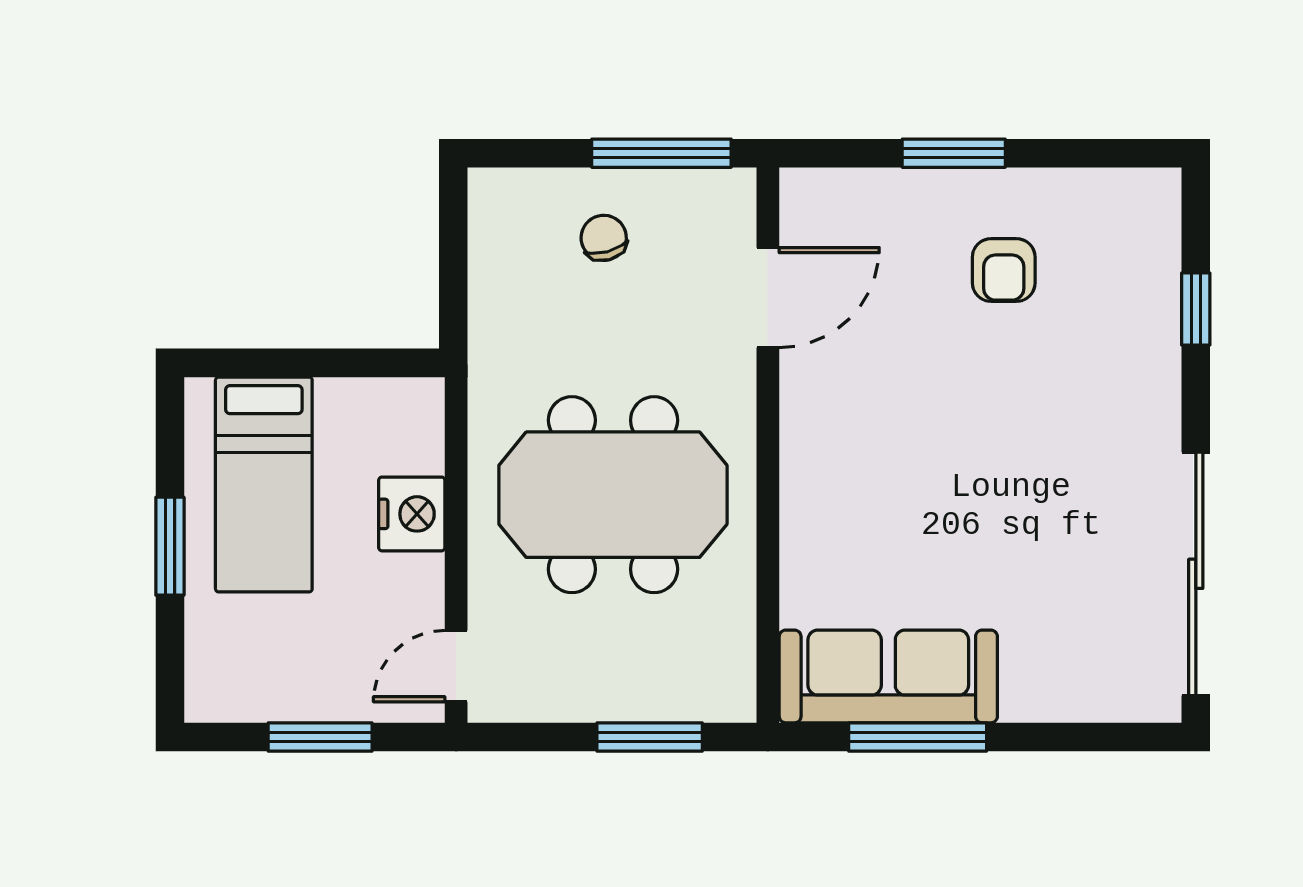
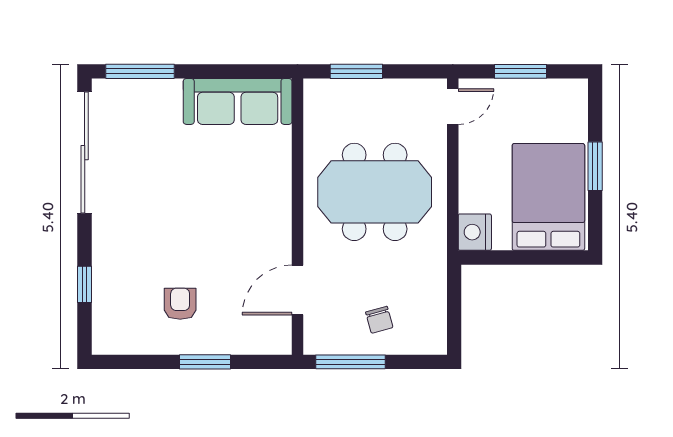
bed: (264, 485) -> (548, 197), width x1.50
nightstand: (412, 514) -> (475, 232), moved
window: (918, 737) -> (140, 71), moved

